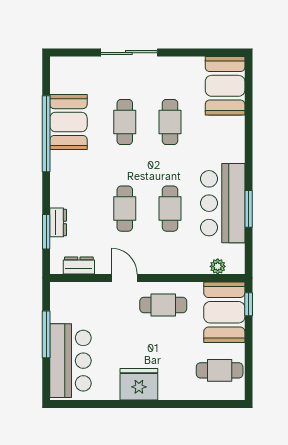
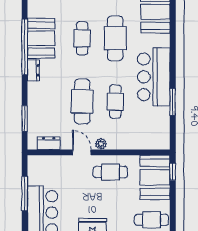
cafe table: (170, 122) -> (115, 38), width x1.37, depth x1.35
bar counter: (223, 203) -> (154, 77), moved
cafe table: (125, 209) -> (82, 102), width x1.37, depth x1.35
dresser: (58, 222) -> (33, 70), moved
plant: (218, 266) -> (101, 144), moved

